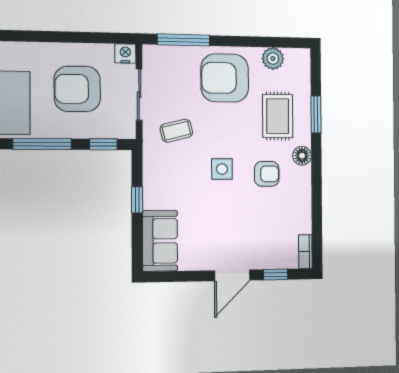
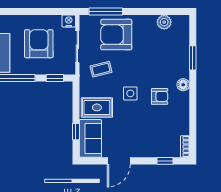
armchair: (225, 78) -> (116, 35), moved
armchair: (77, 89) -> (39, 44), turned 91
rug: (278, 116) -> (97, 107), moved, turned 90
window: (137, 200) -> (76, 132), moved
door: (232, 275) -> (119, 161), moved

